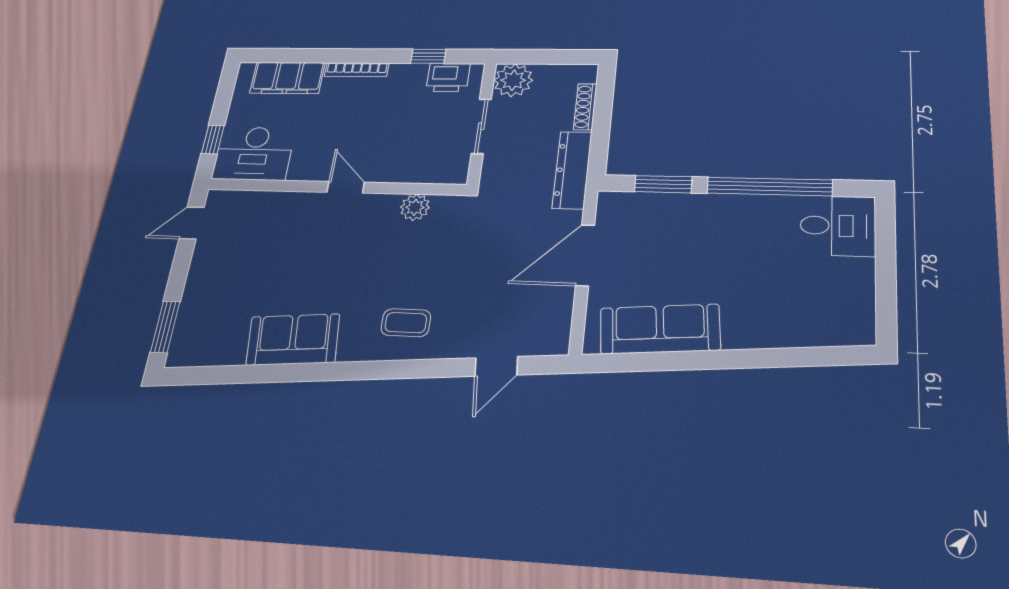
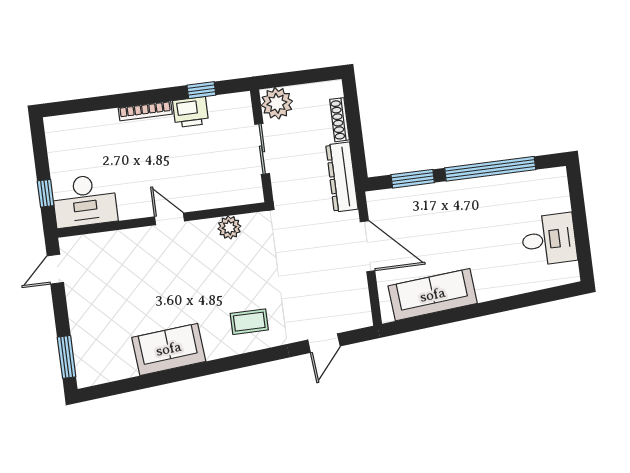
printer: (448, 77) -> (191, 112), moved
filing cabinet: (287, 78) -> (89, 127), removed
desk: (838, 226) -> (549, 239), moved
door: (585, 255) -> (368, 246), swing flipped

